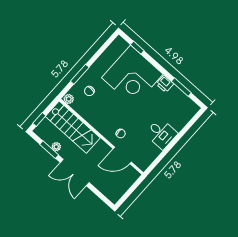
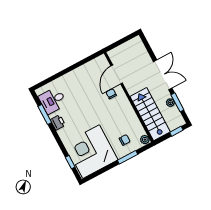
corner desk: (132, 76) -> (91, 152), moved, turned -90
desk: (161, 134) -> (53, 100), moved, turned -90
door: (122, 155) -> (117, 75), swing flipped

